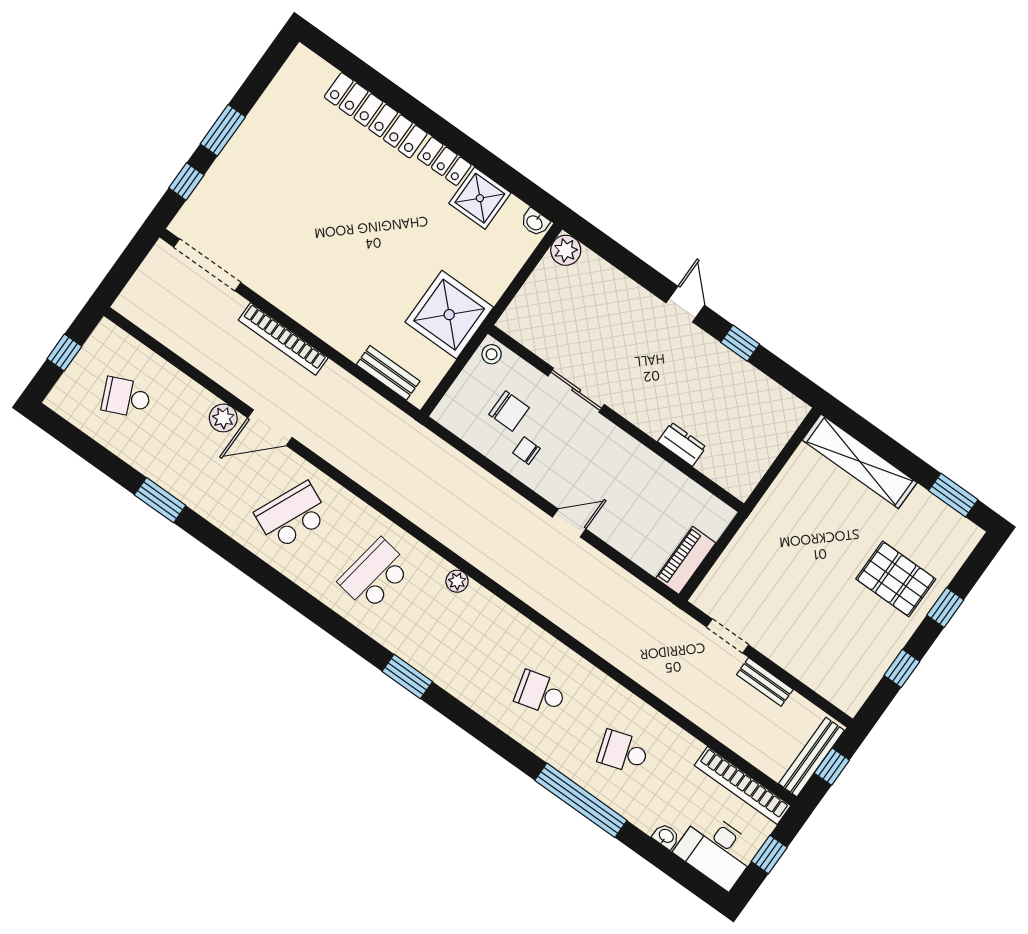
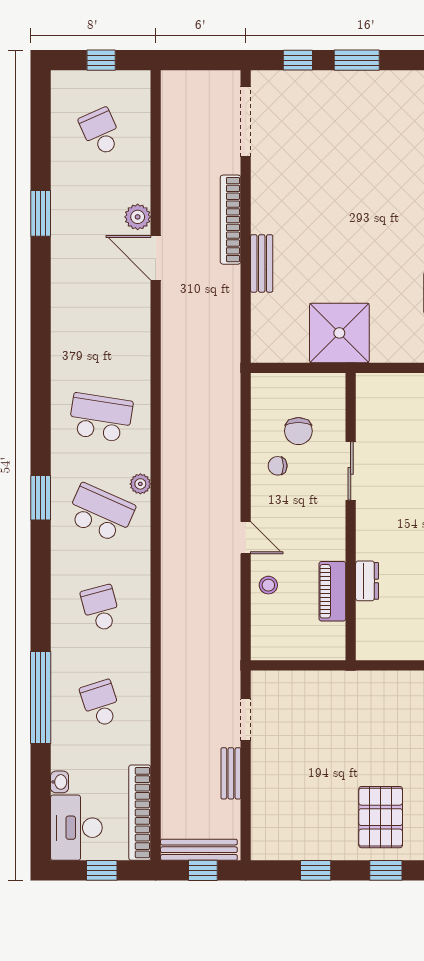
stool: (492, 354) -> (268, 585), moved
bench: (388, 373) -> (262, 263), moved
chair: (526, 451) -> (278, 466), turned -90
school desk: (292, 516) -> (101, 513), moved
piano: (686, 560) -> (332, 591), moved, turned -90

